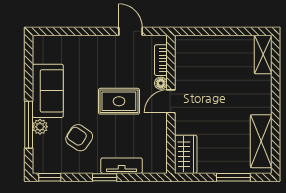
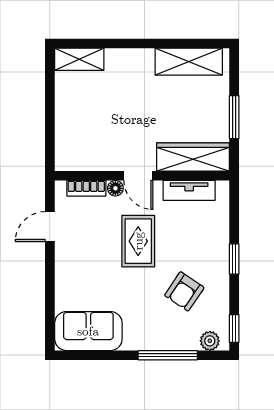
sofa: (48, 91) -> (88, 331), moved
plant: (40, 127) -> (210, 341), moved
wardrobe: (186, 154) -> (193, 157), width x1.50
tv unit: (122, 166) -> (189, 190), moved, turned -90
window: (233, 177) -> (234, 117), moved

